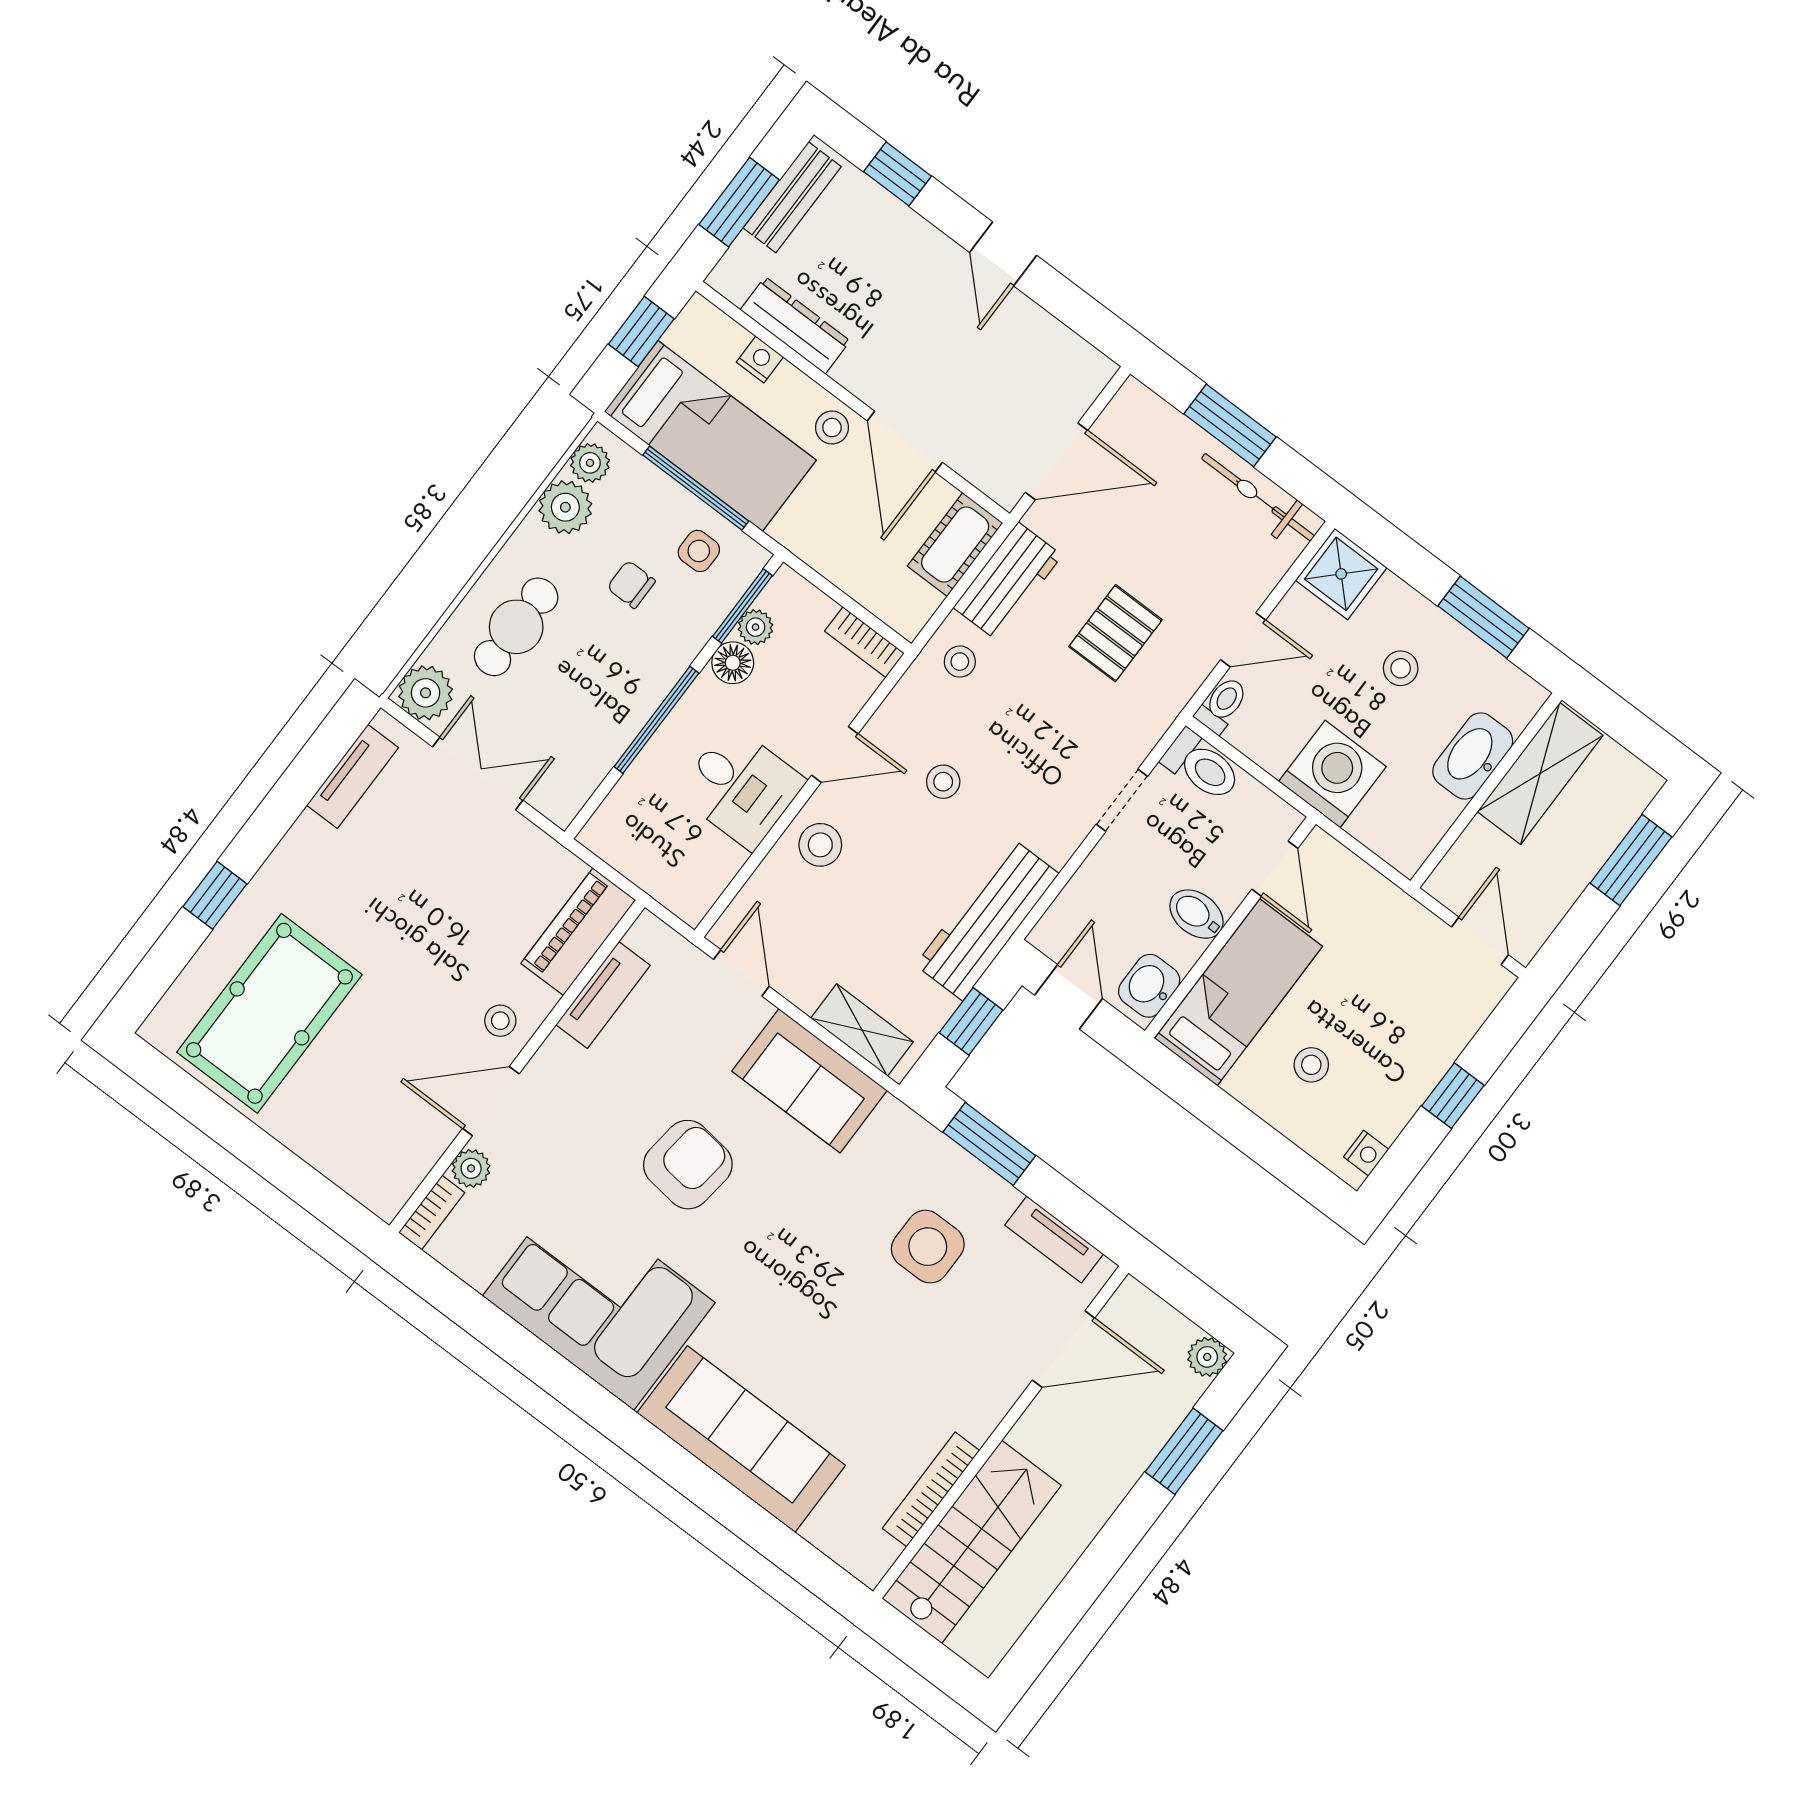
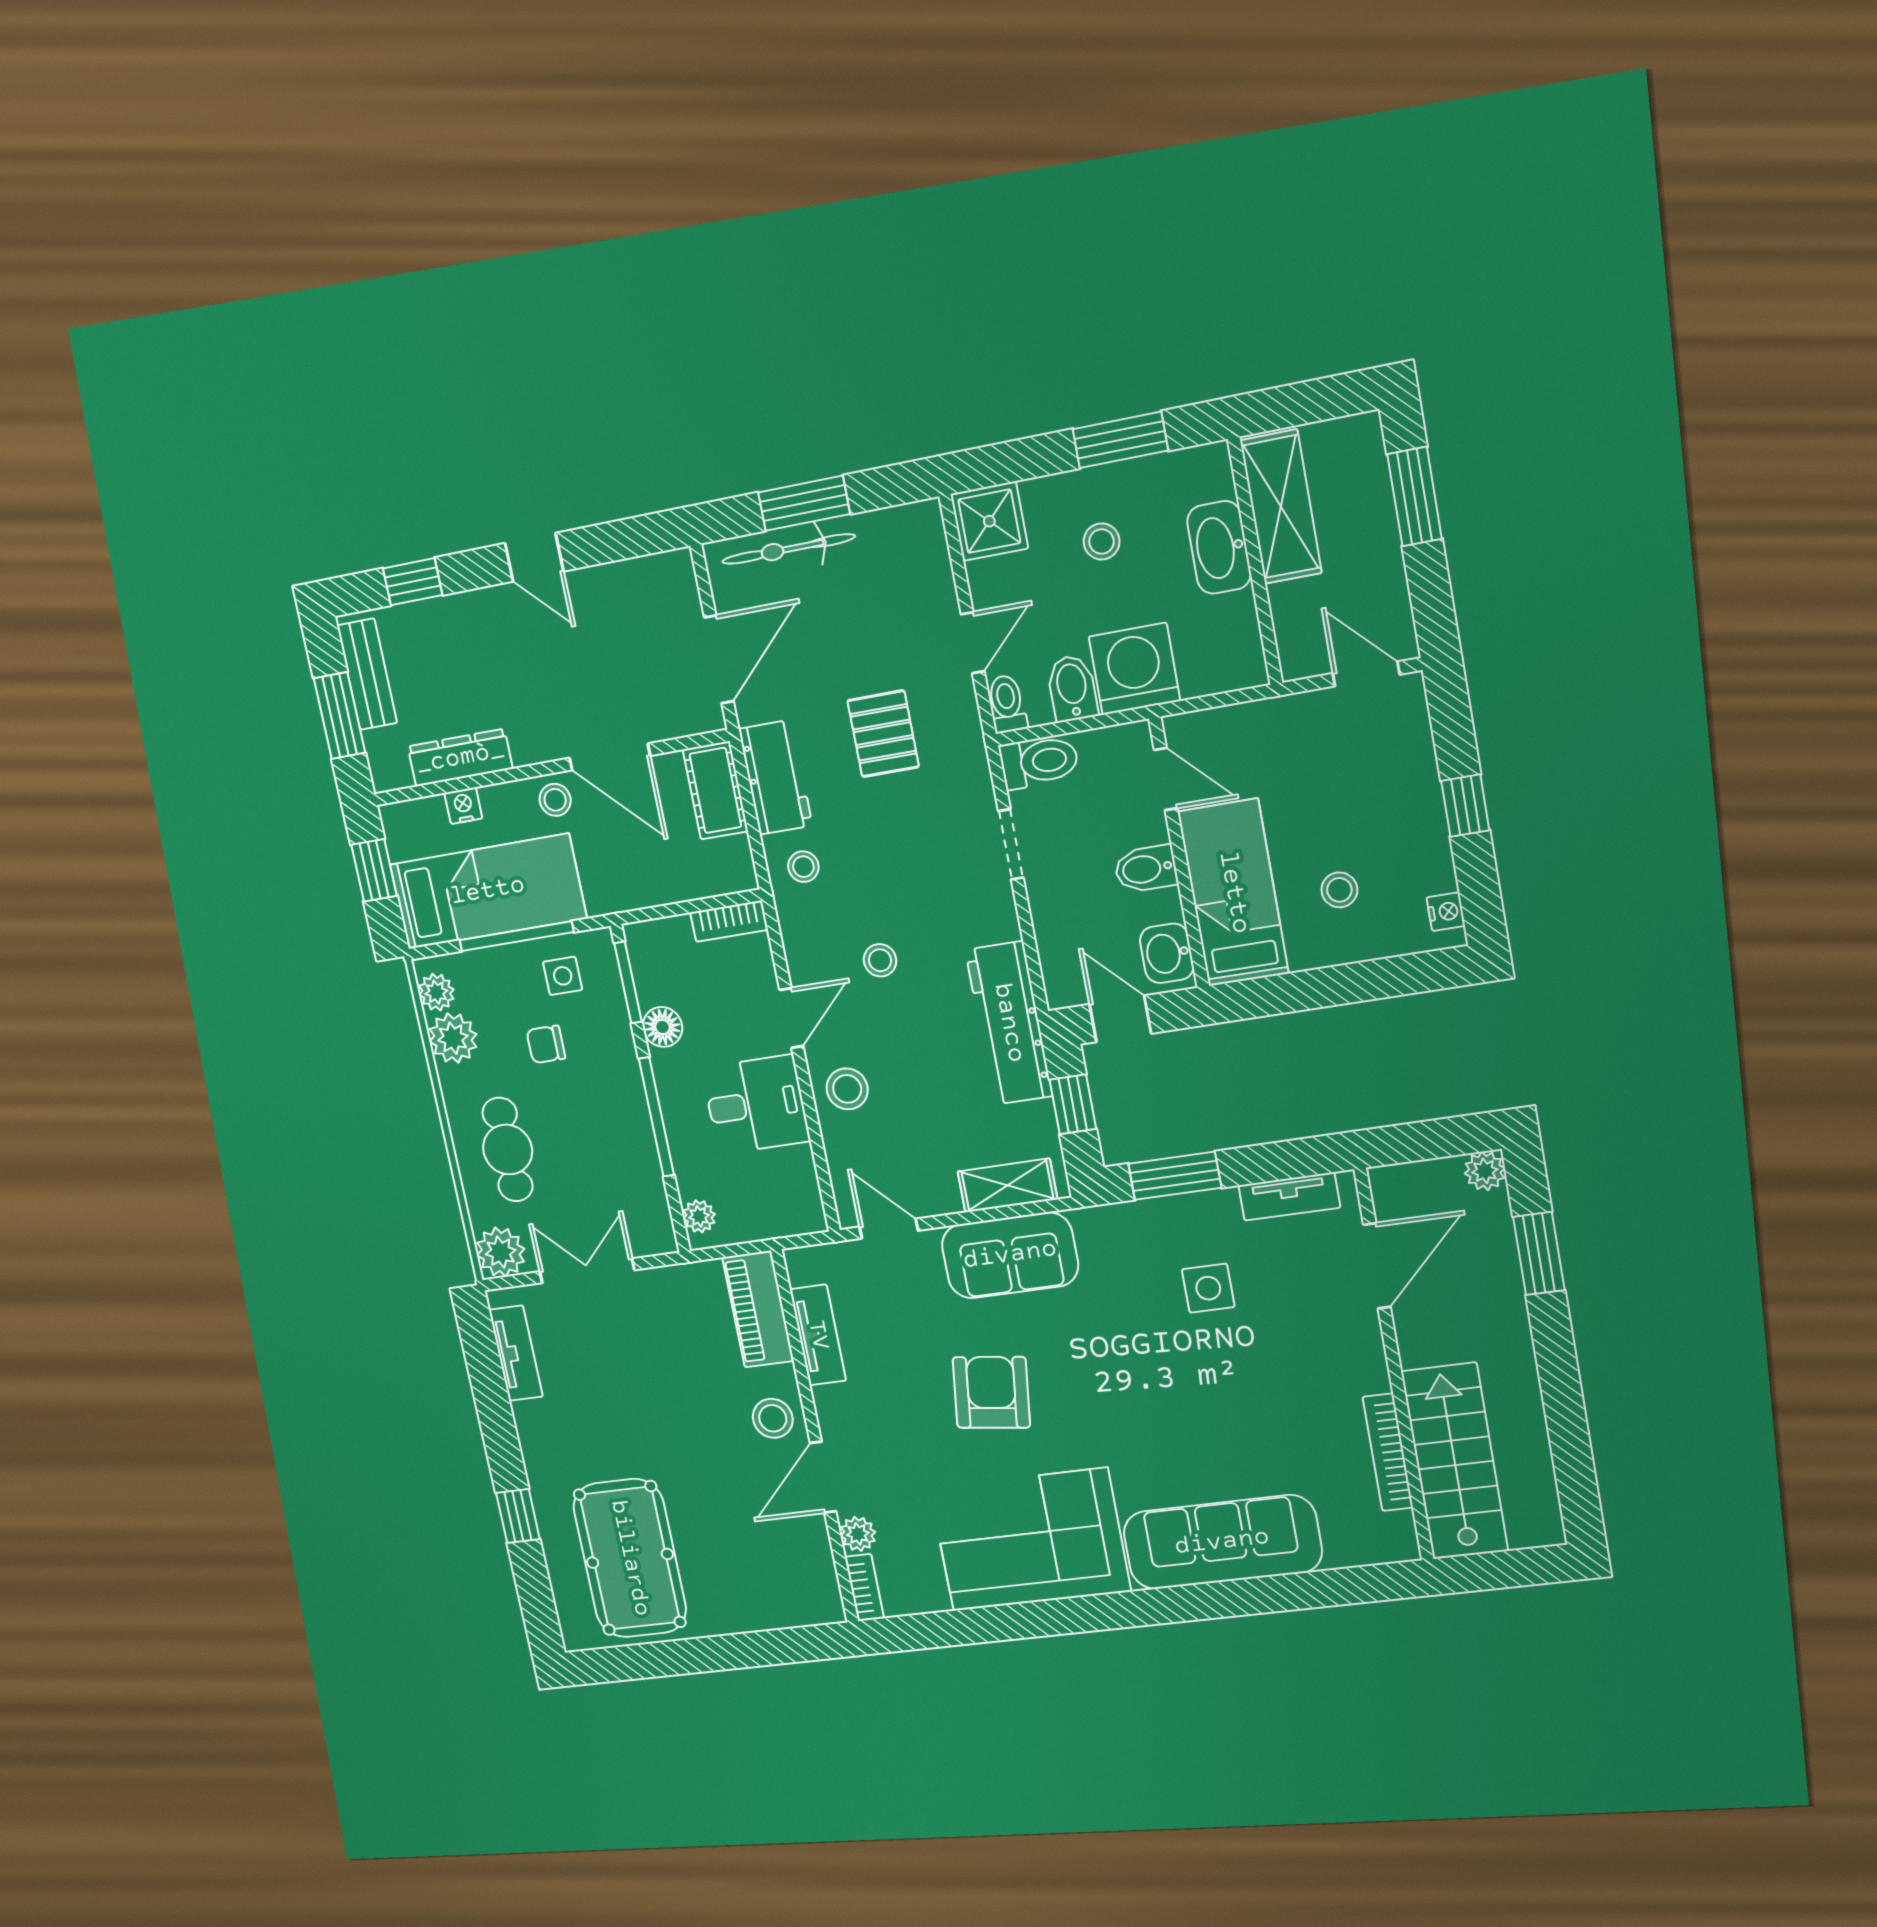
bicycle: (1258, 497) -> (788, 549), moved
plant: (756, 627) -> (699, 1216), moved
bidet: (1277, 742) -> (1072, 688), added
stool: (500, 1021) -> (773, 1418), width x1.37, depth x1.37
side table: (928, 1247) -> (1208, 1288), width x0.73, depth x0.73

